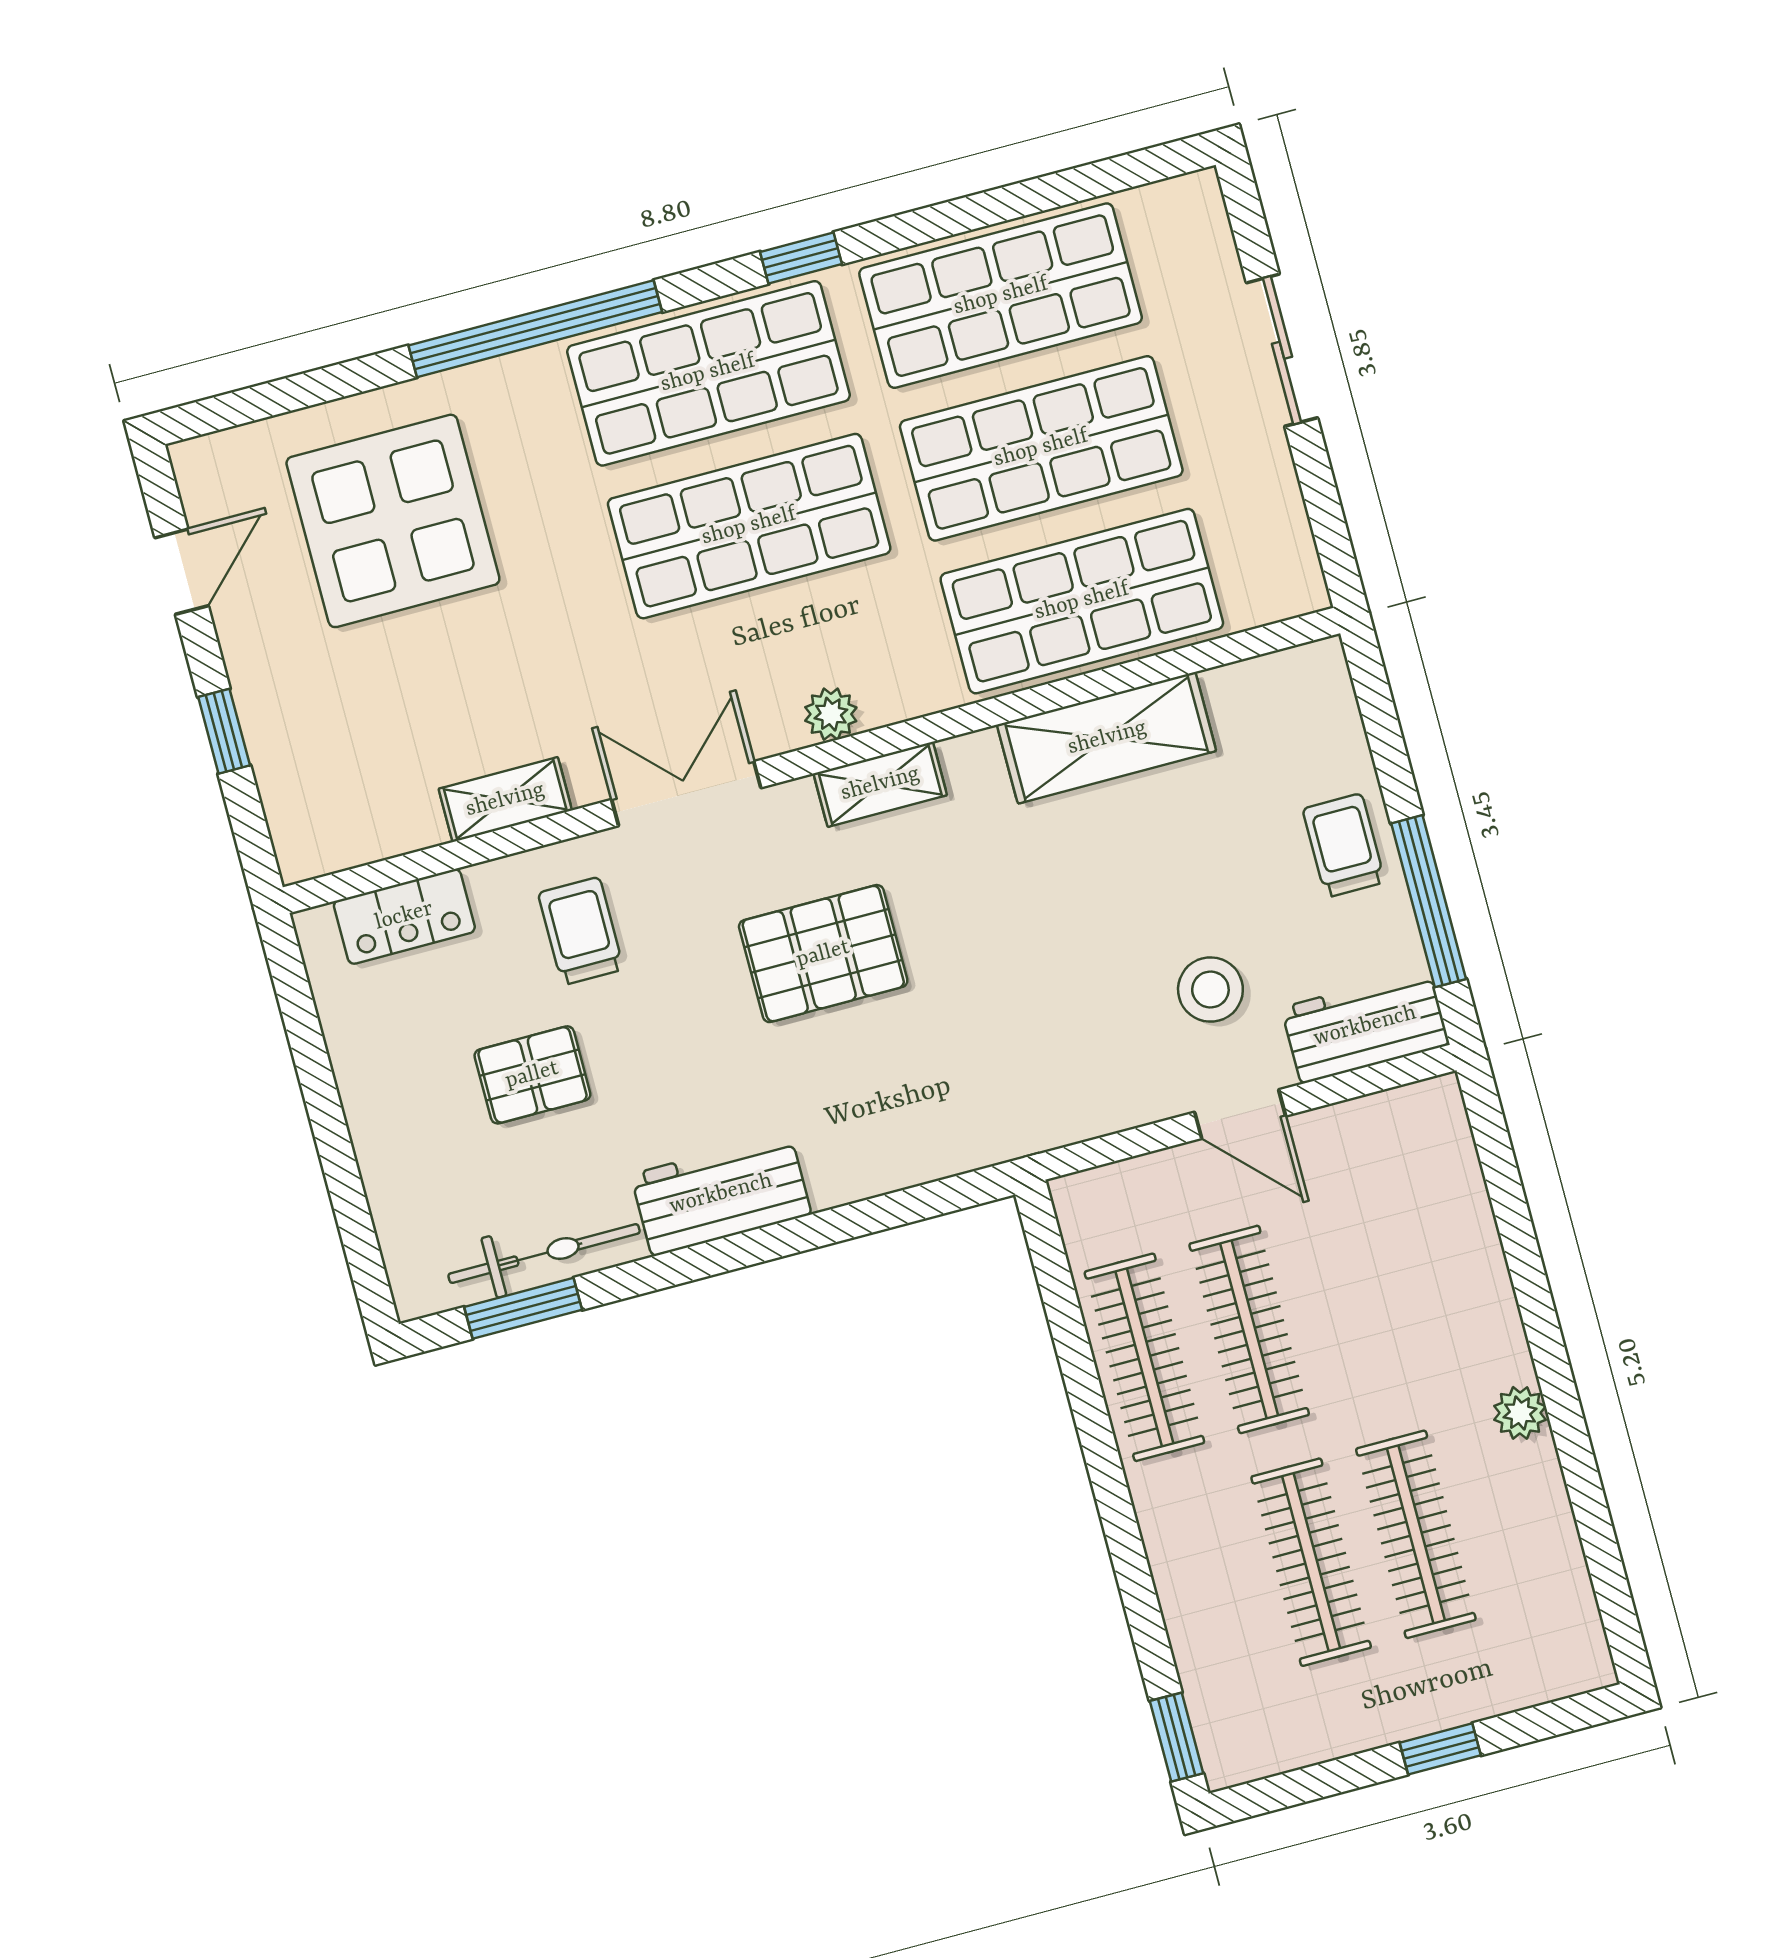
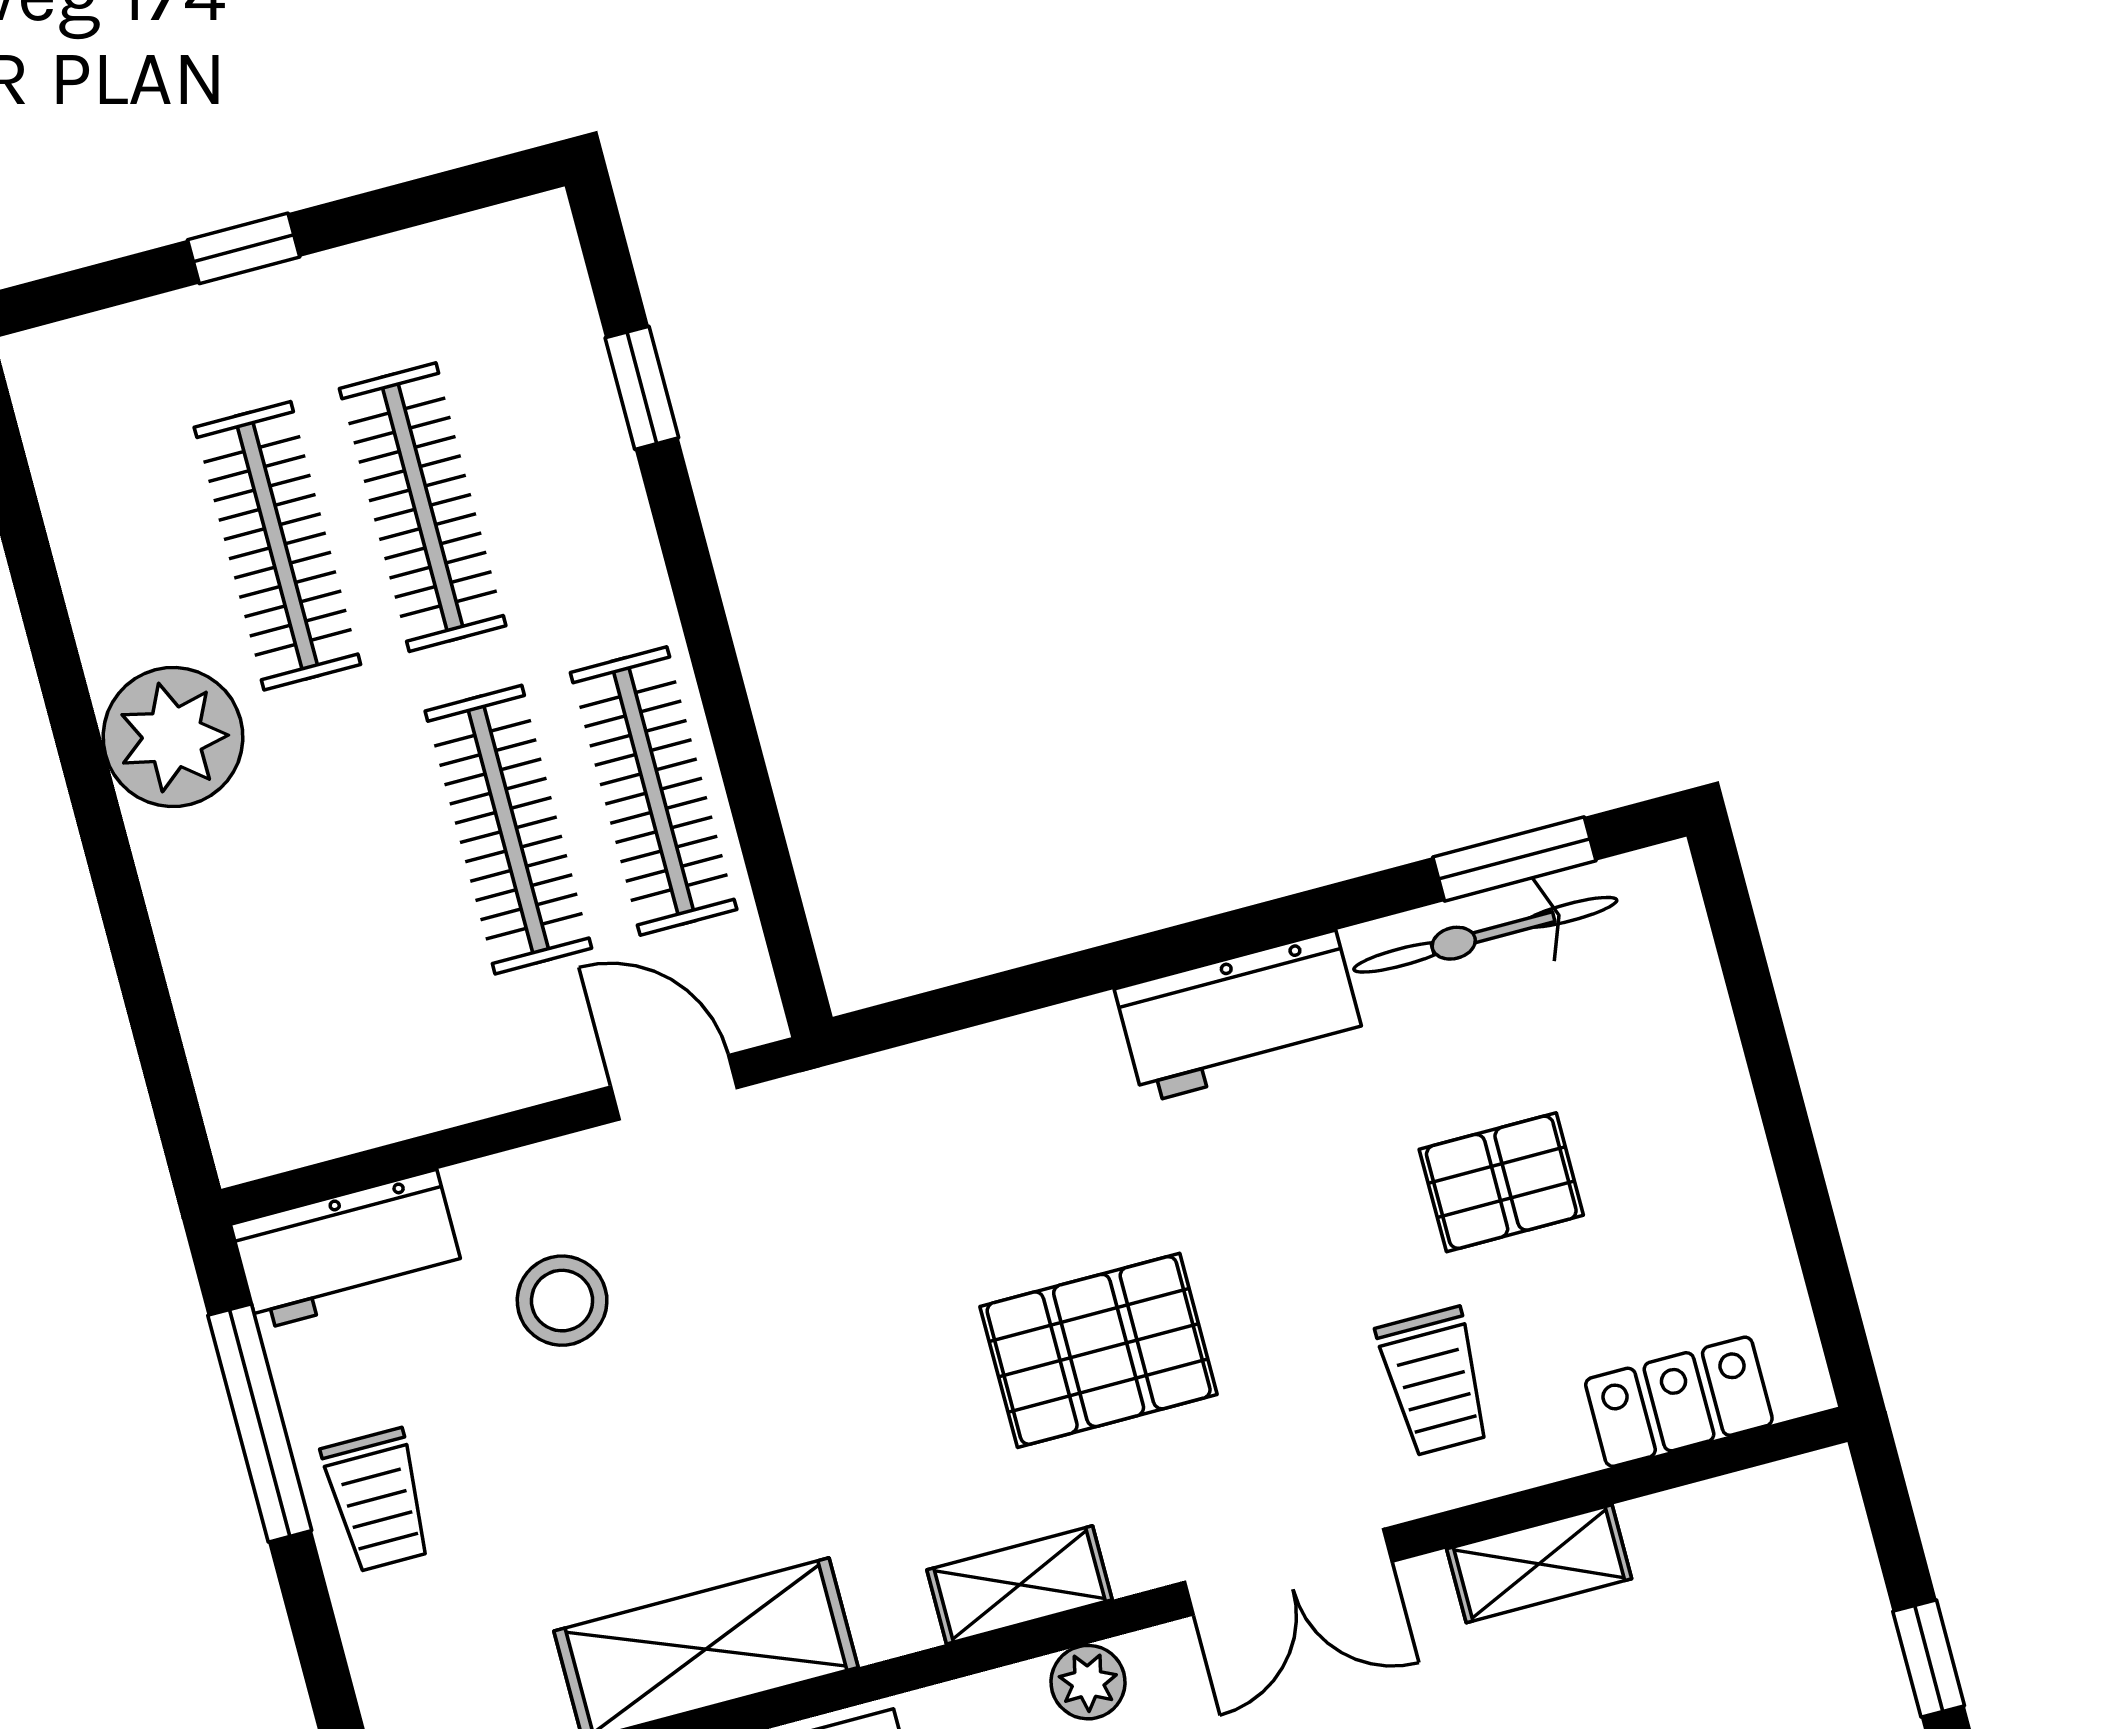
door: (1240, 1114) -> (674, 1087), moved
plant: (1520, 1413) -> (173, 737), width x1.87, depth x1.87
window: (1176, 1737) -> (642, 388), moved

